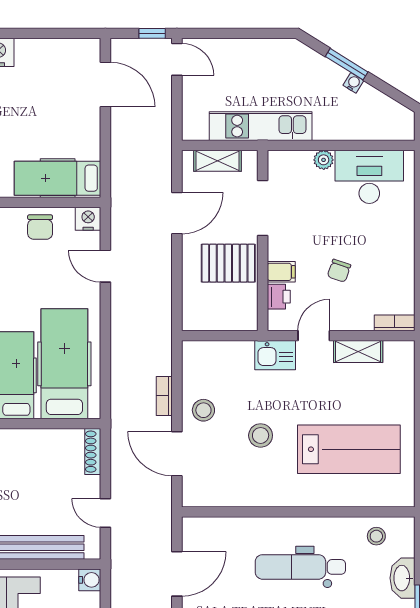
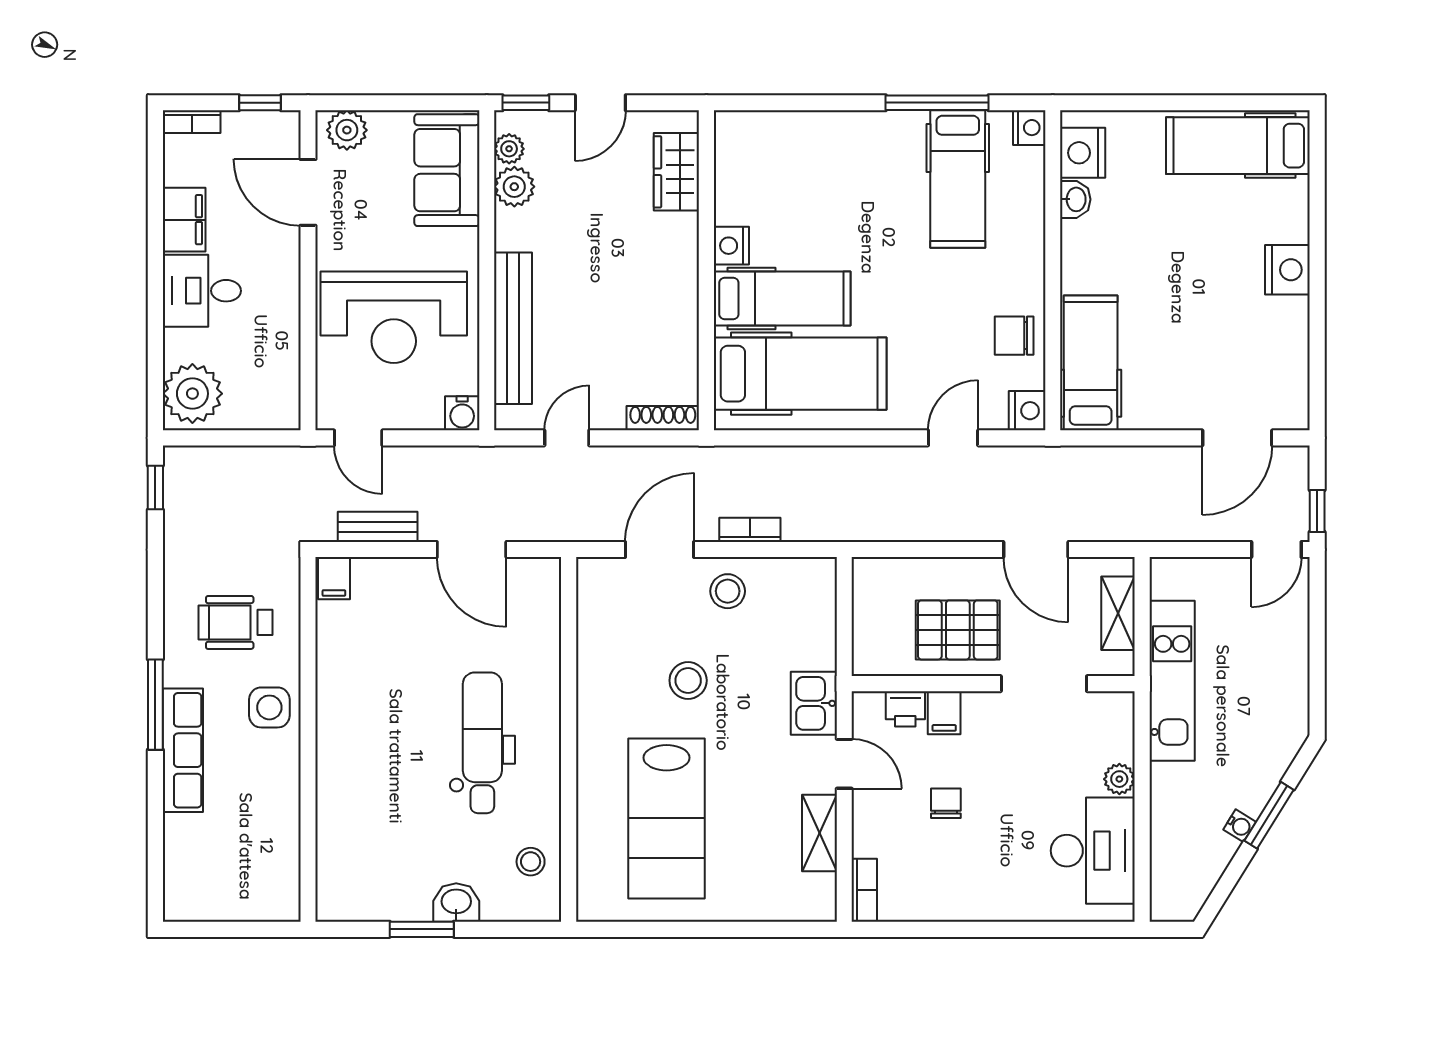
pallet: (228, 263) -> (958, 630), turned 90
chair: (339, 271) -> (946, 803), turned 71
washbasin: (402, 578) -> (456, 903), width x0.72

